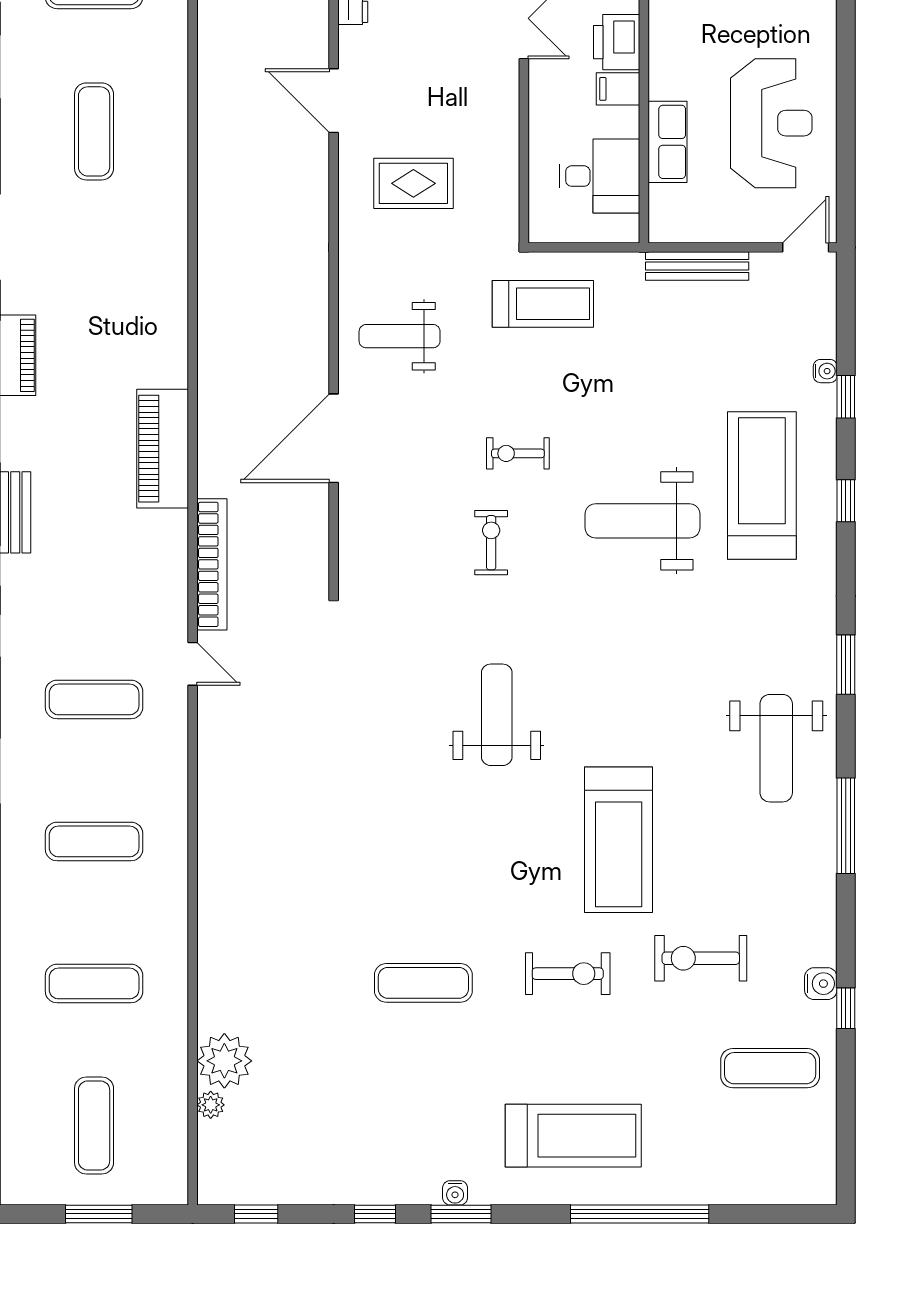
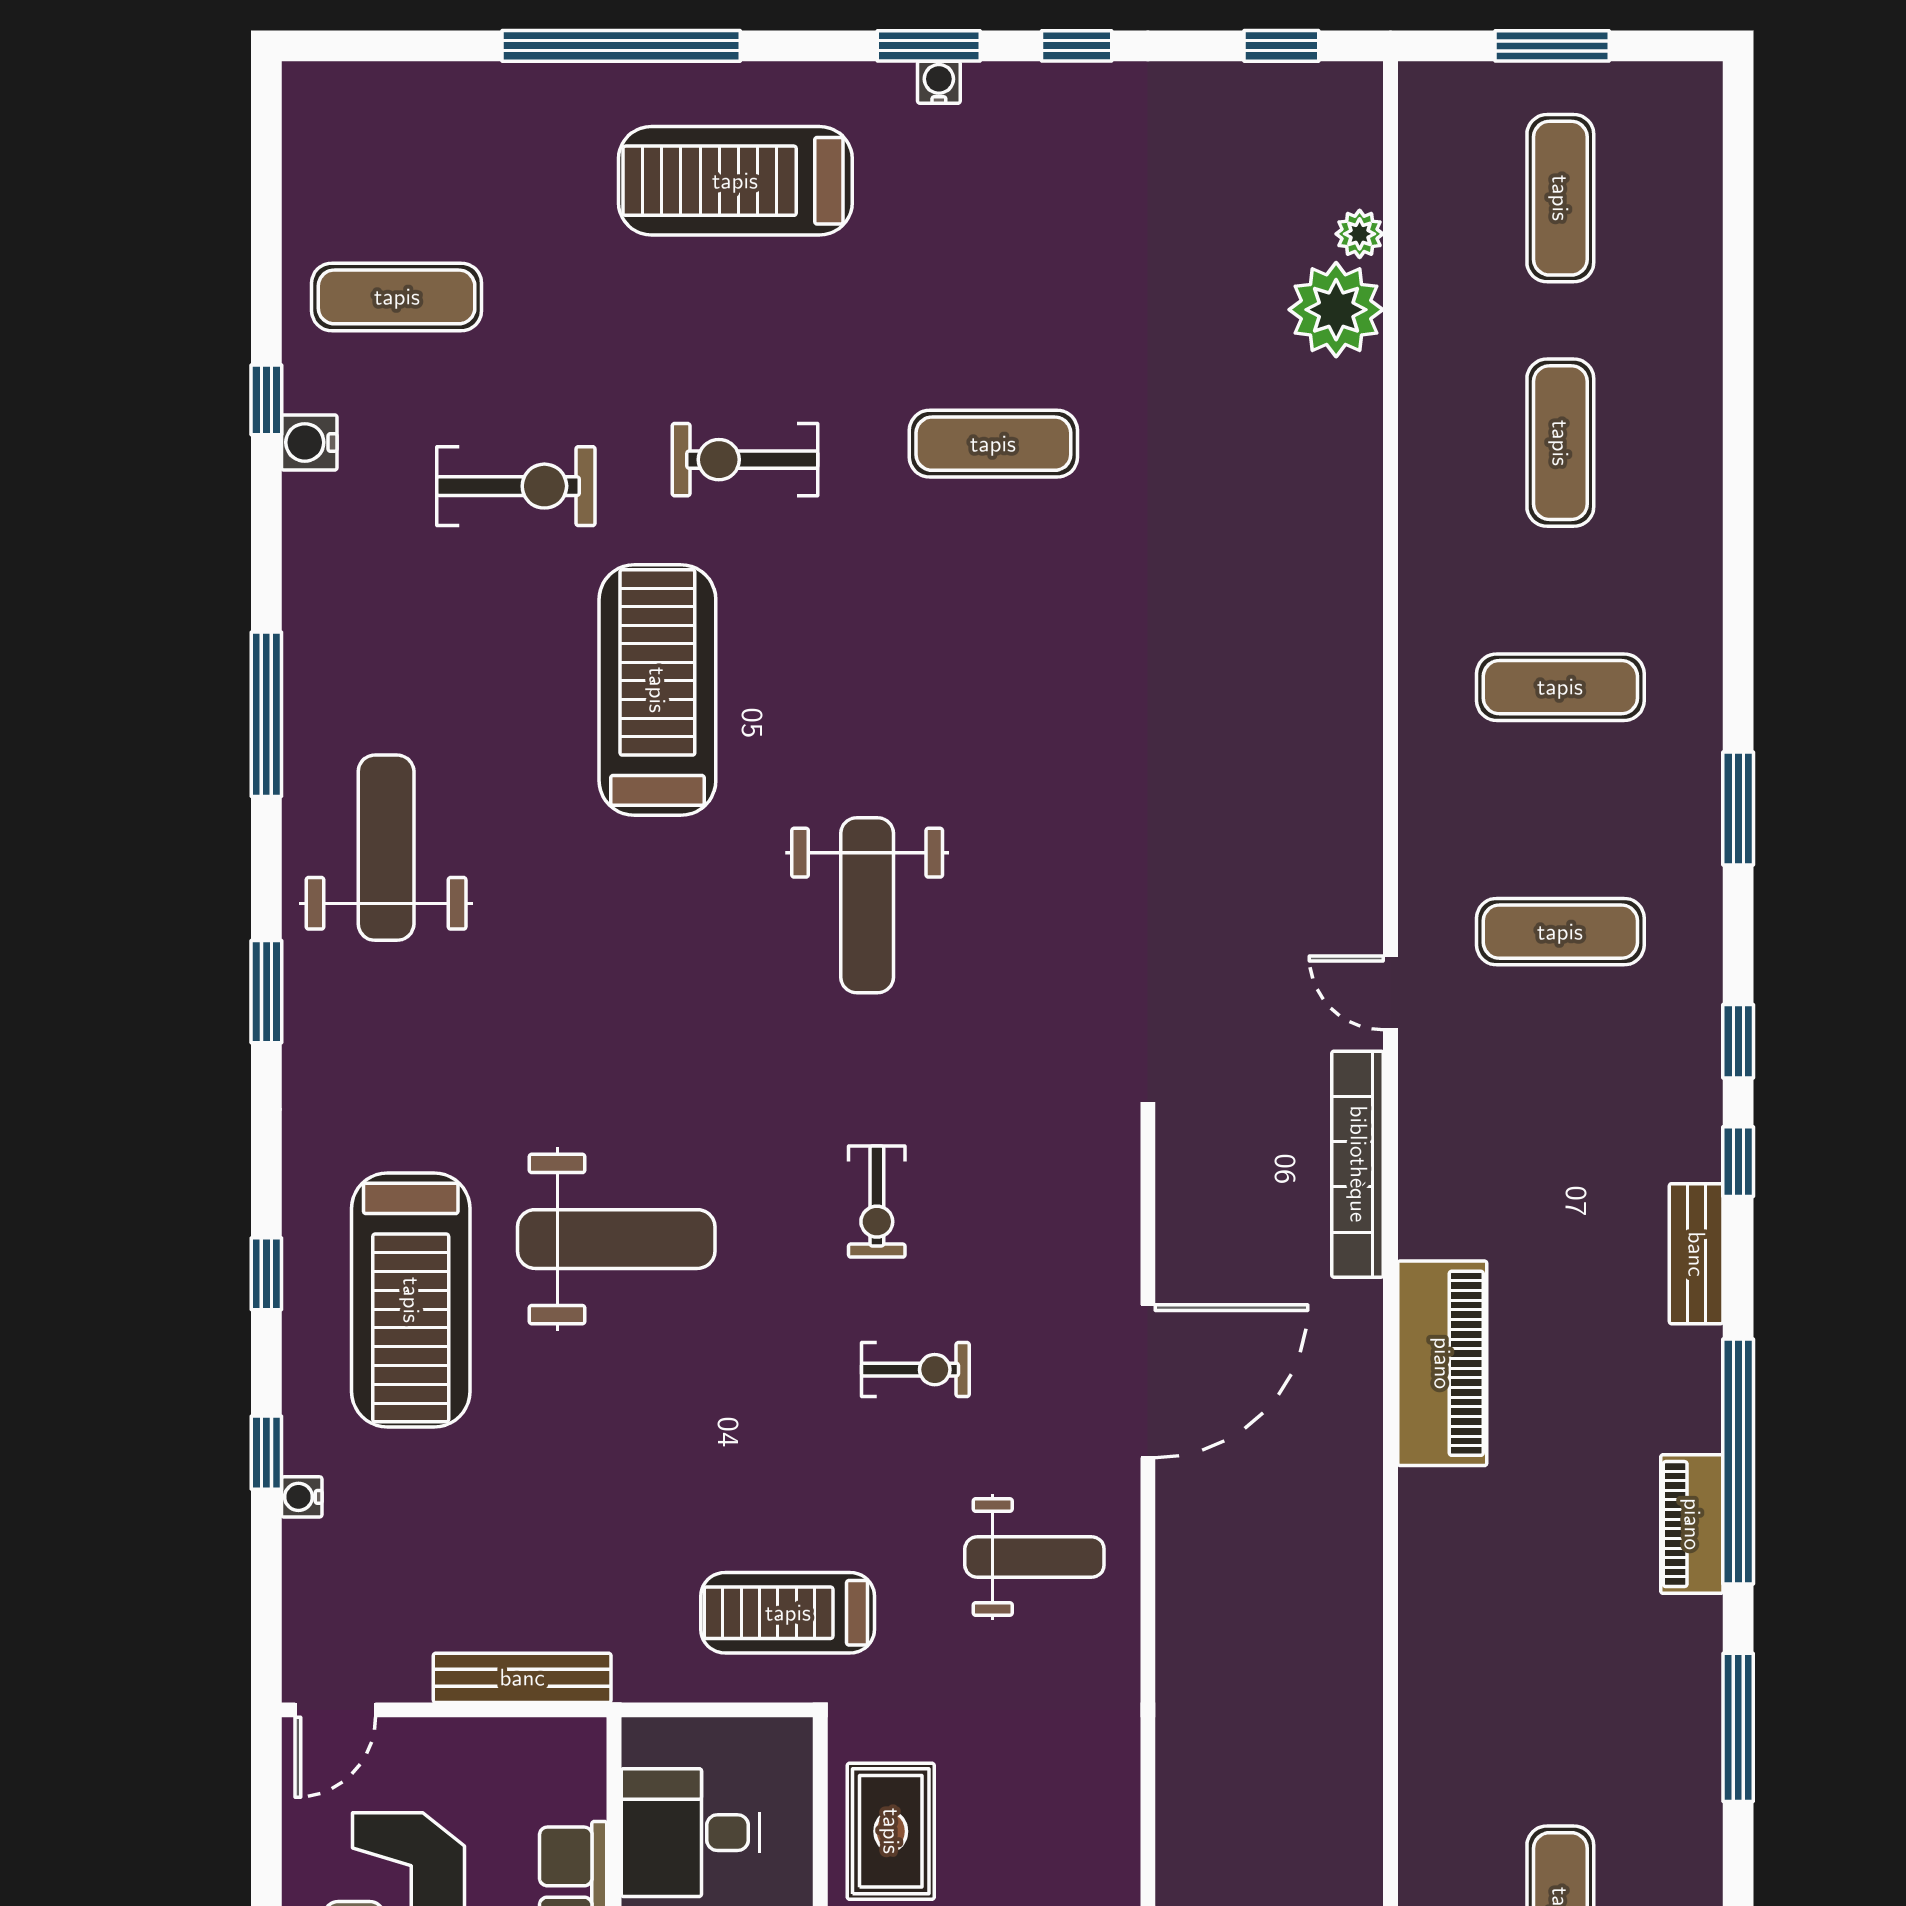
rug: (413, 183) -> (891, 1831), moved, turned 90
exercise bike: (518, 453) -> (915, 1370), moved
exercise mat: (94, 983) -> (1560, 443), turned 90

